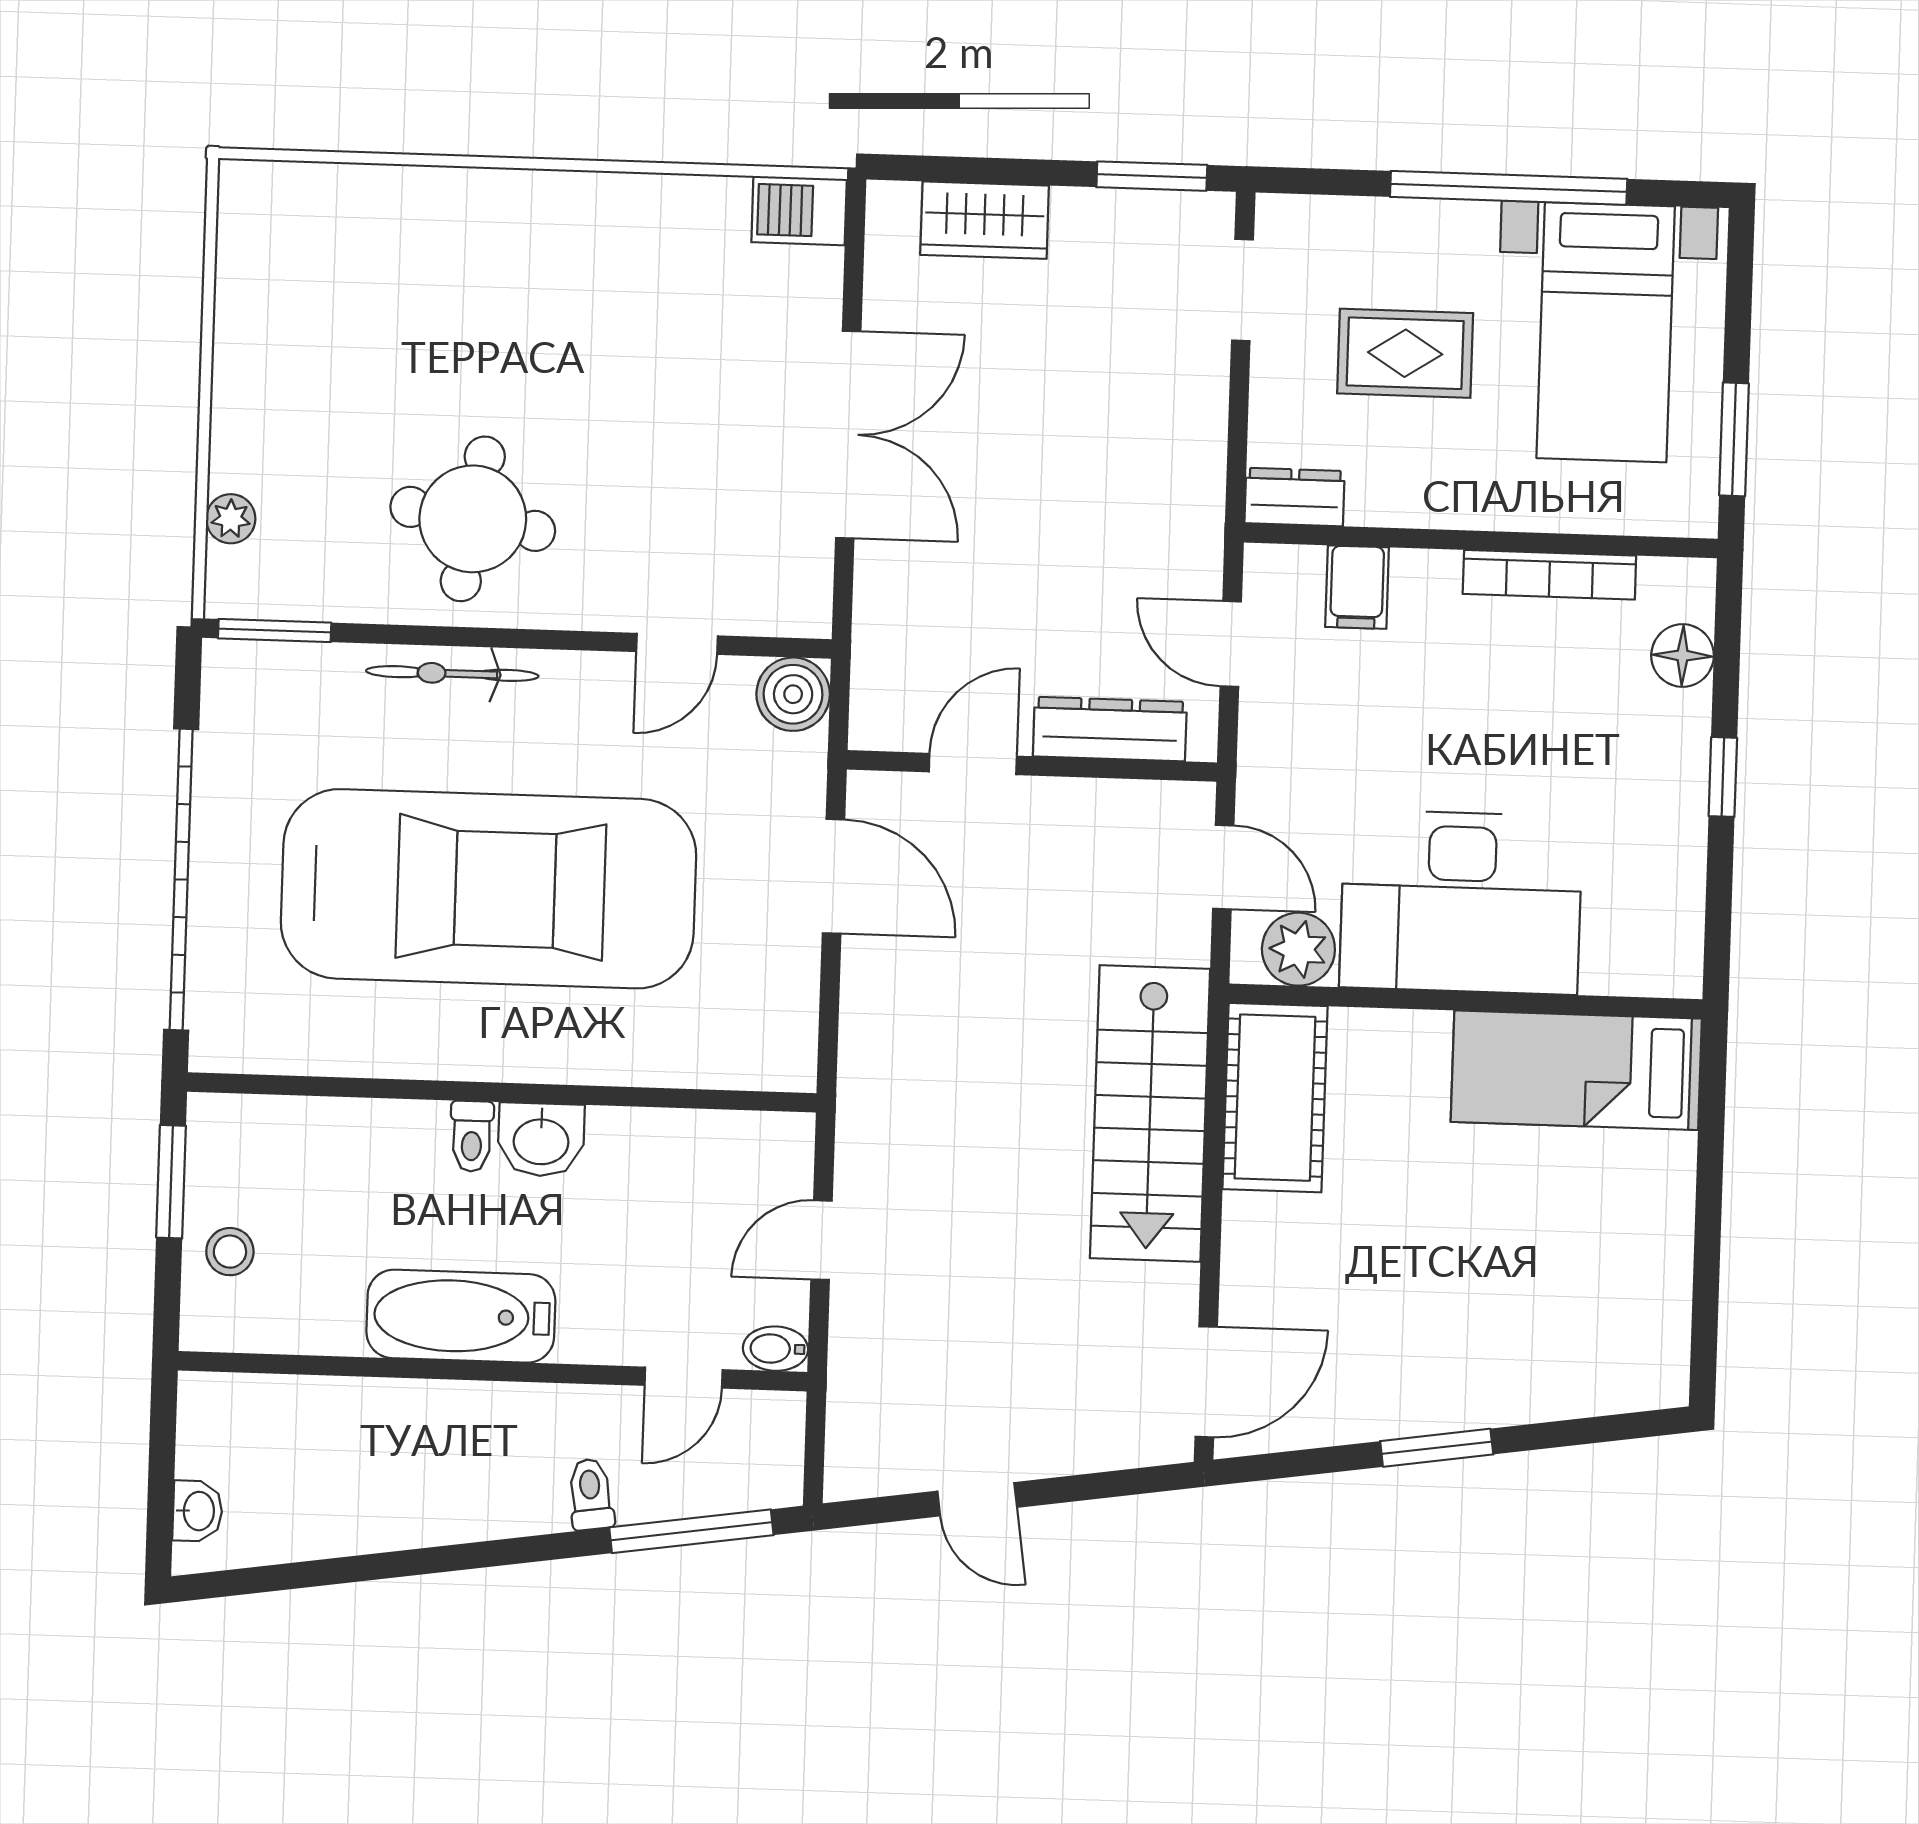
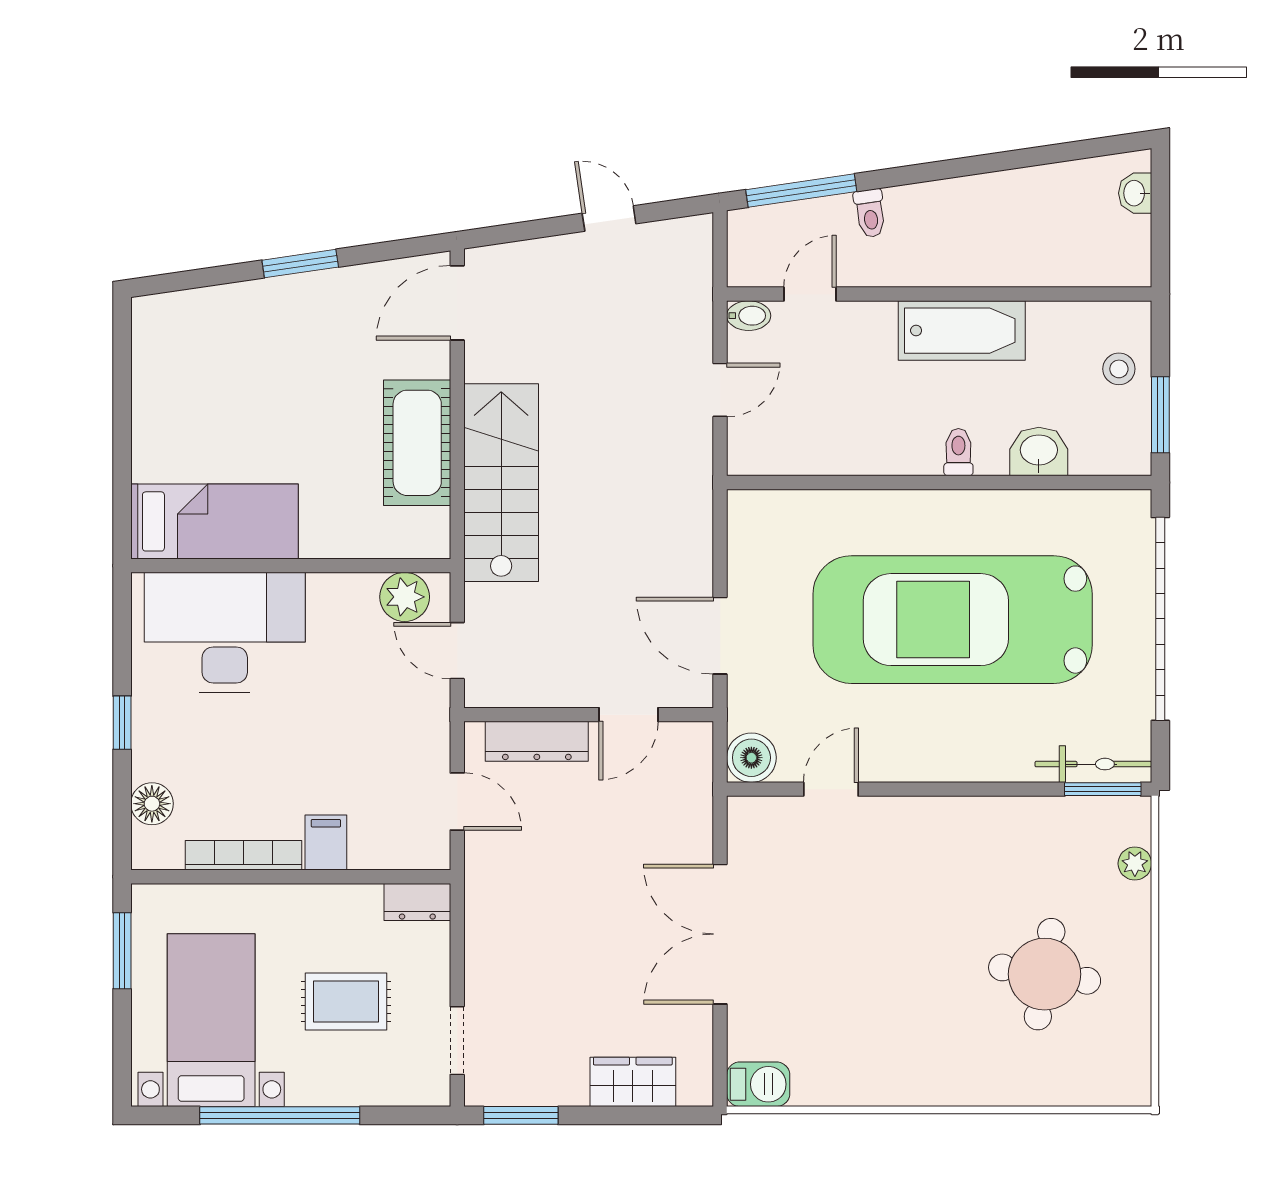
round table: (473, 519) -> (1045, 974), moved
filing cabinet: (1357, 587) -> (326, 843), moved
bicycle: (452, 673) -> (1093, 764), moved
desk: (1461, 902) -> (225, 632), moved
cot: (1275, 1098) -> (417, 443), moved
washbasin: (541, 1140) -> (1039, 451), moved

